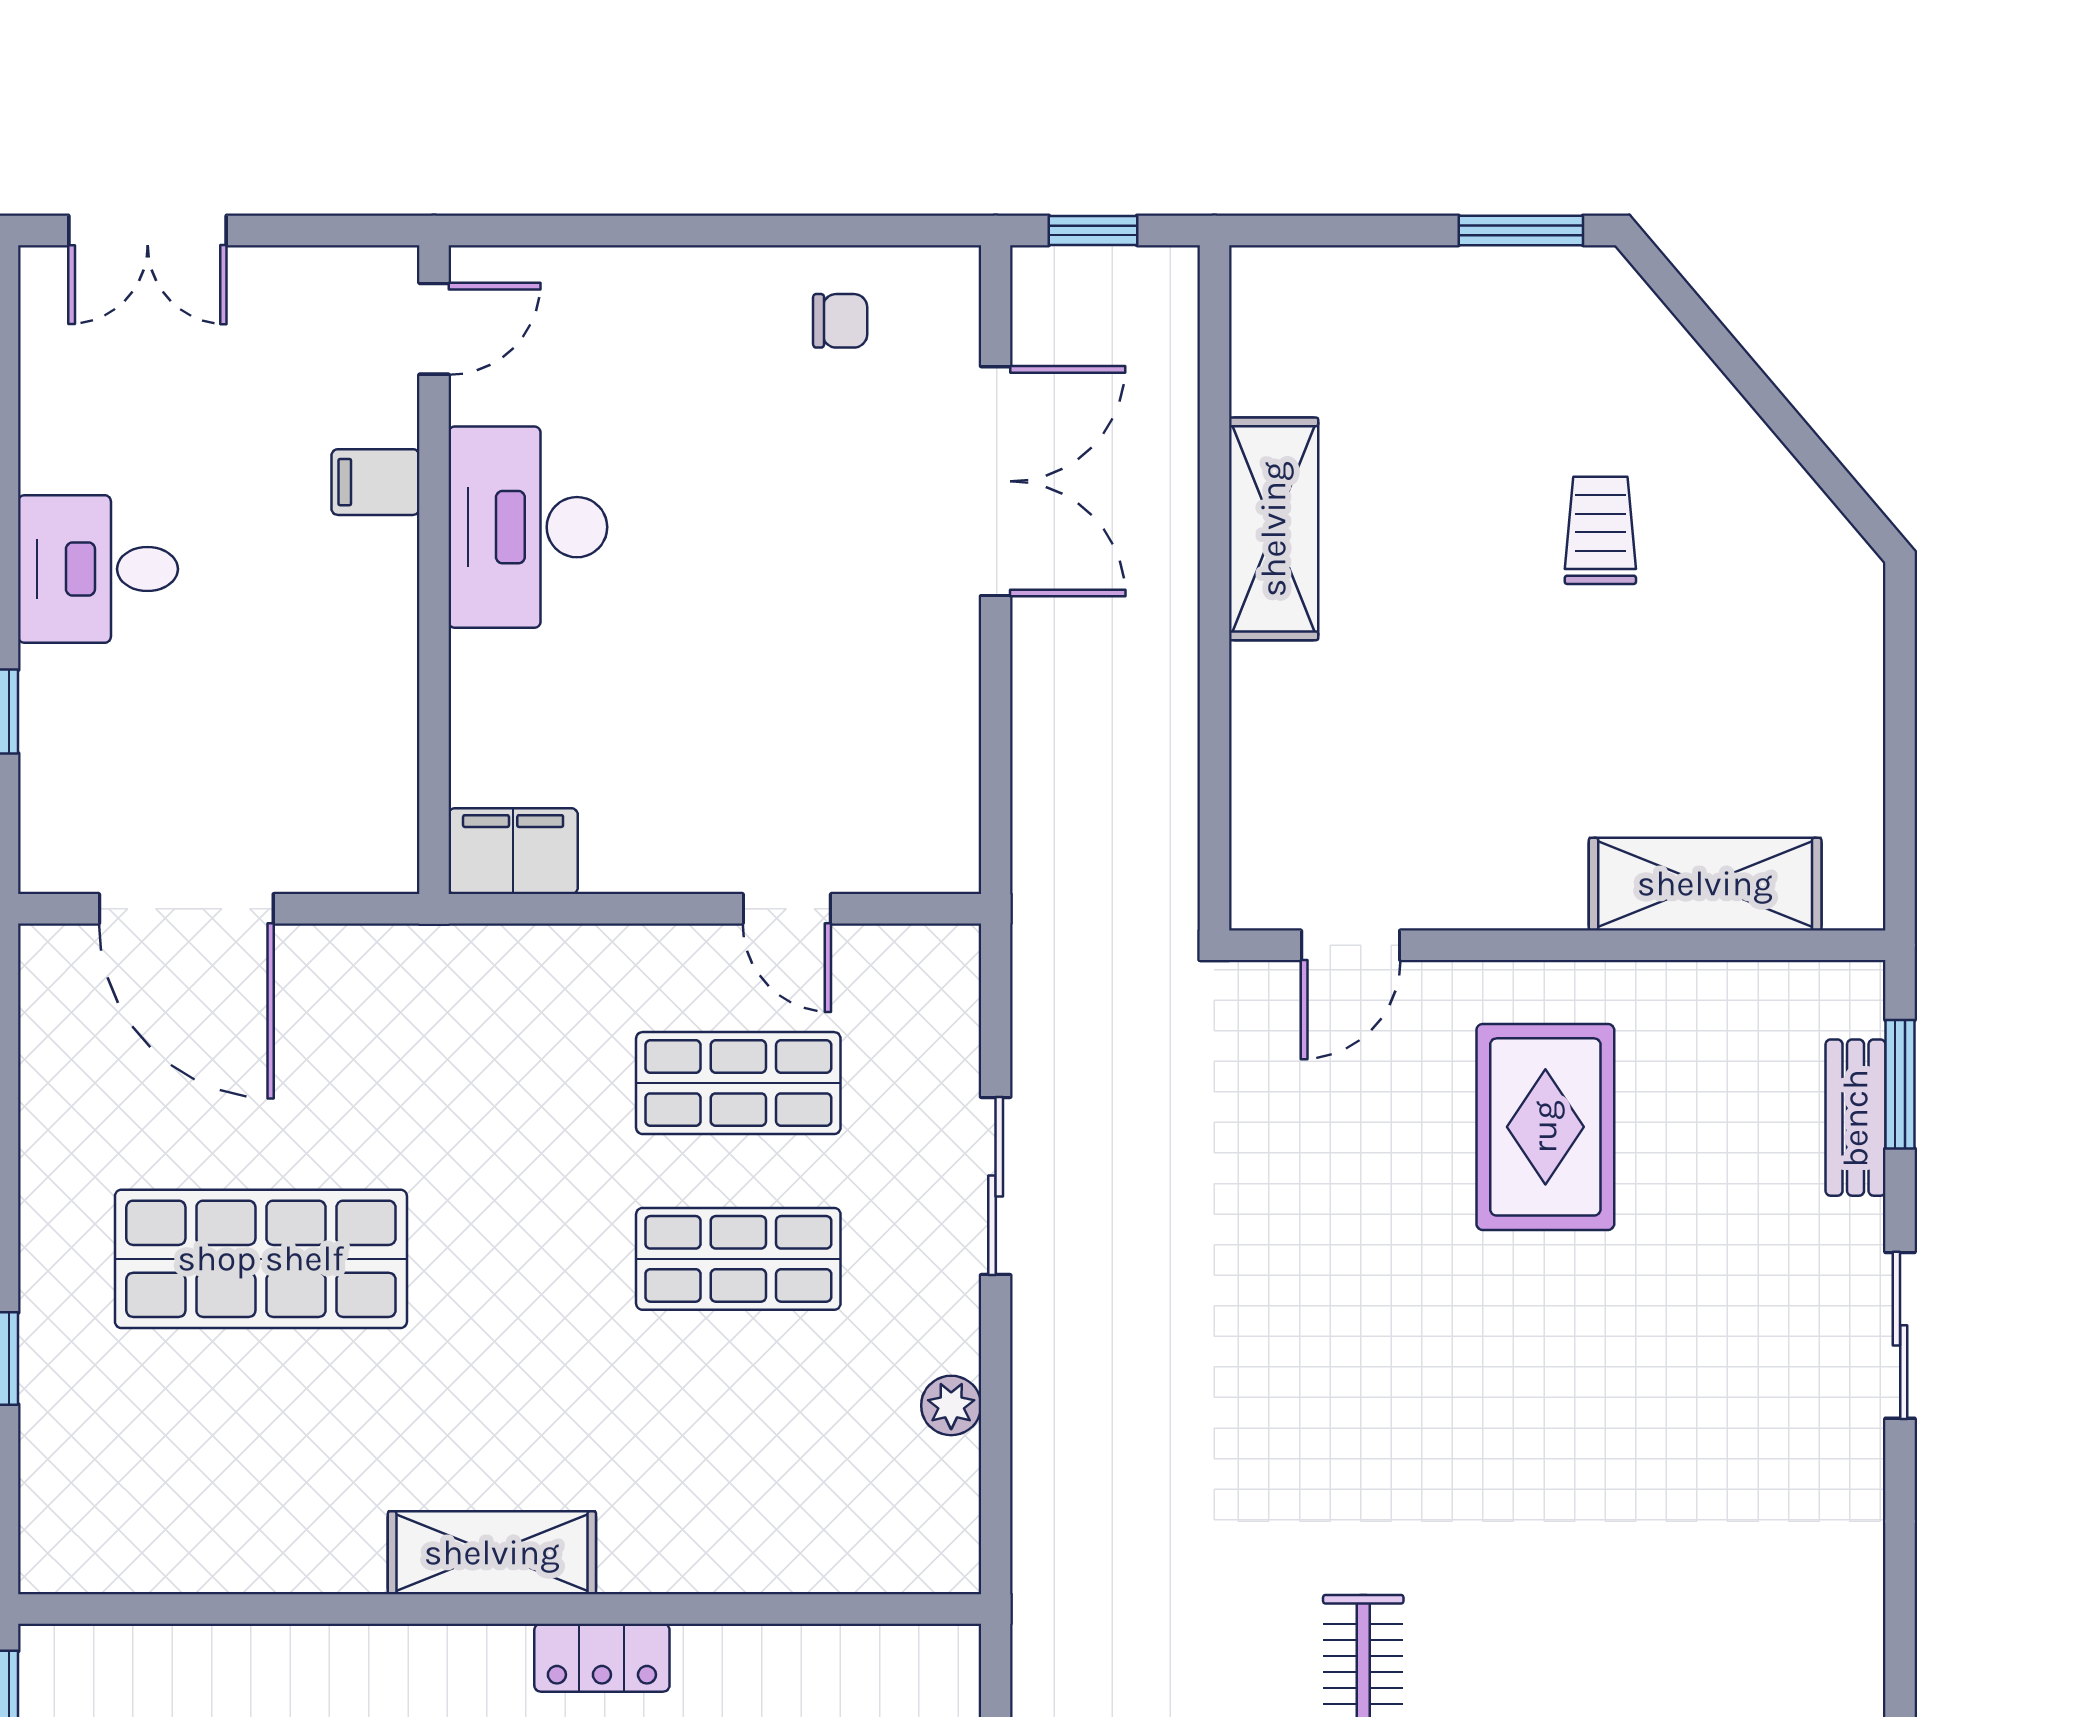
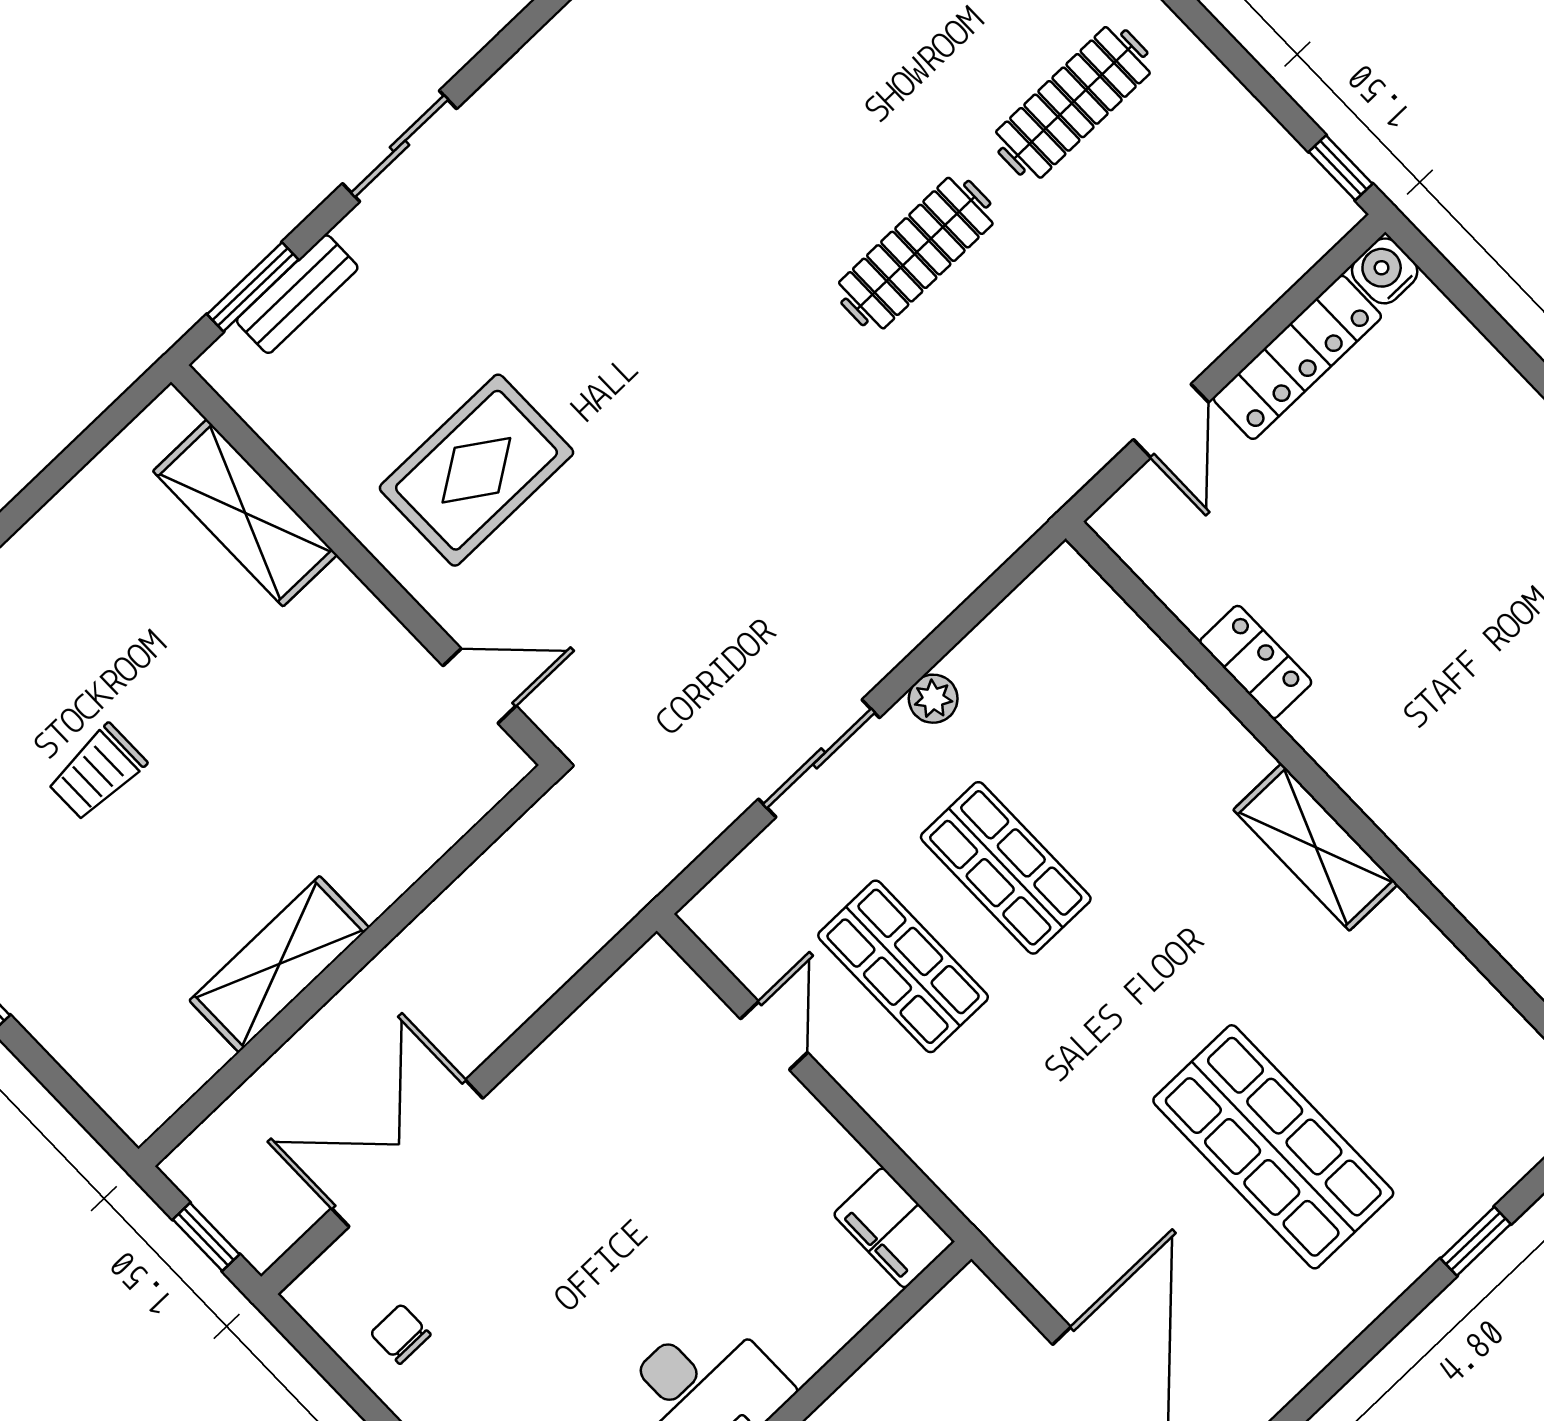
plant: (951, 1405) -> (933, 699), moved
locker: (602, 1658) -> (1256, 662), moved

